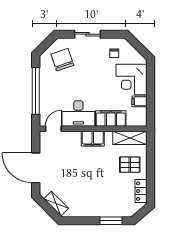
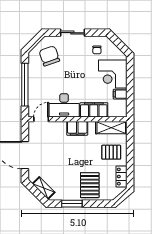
pallet: (106, 200) -> (90, 185), added
window: (111, 221) -> (72, 204), moved

